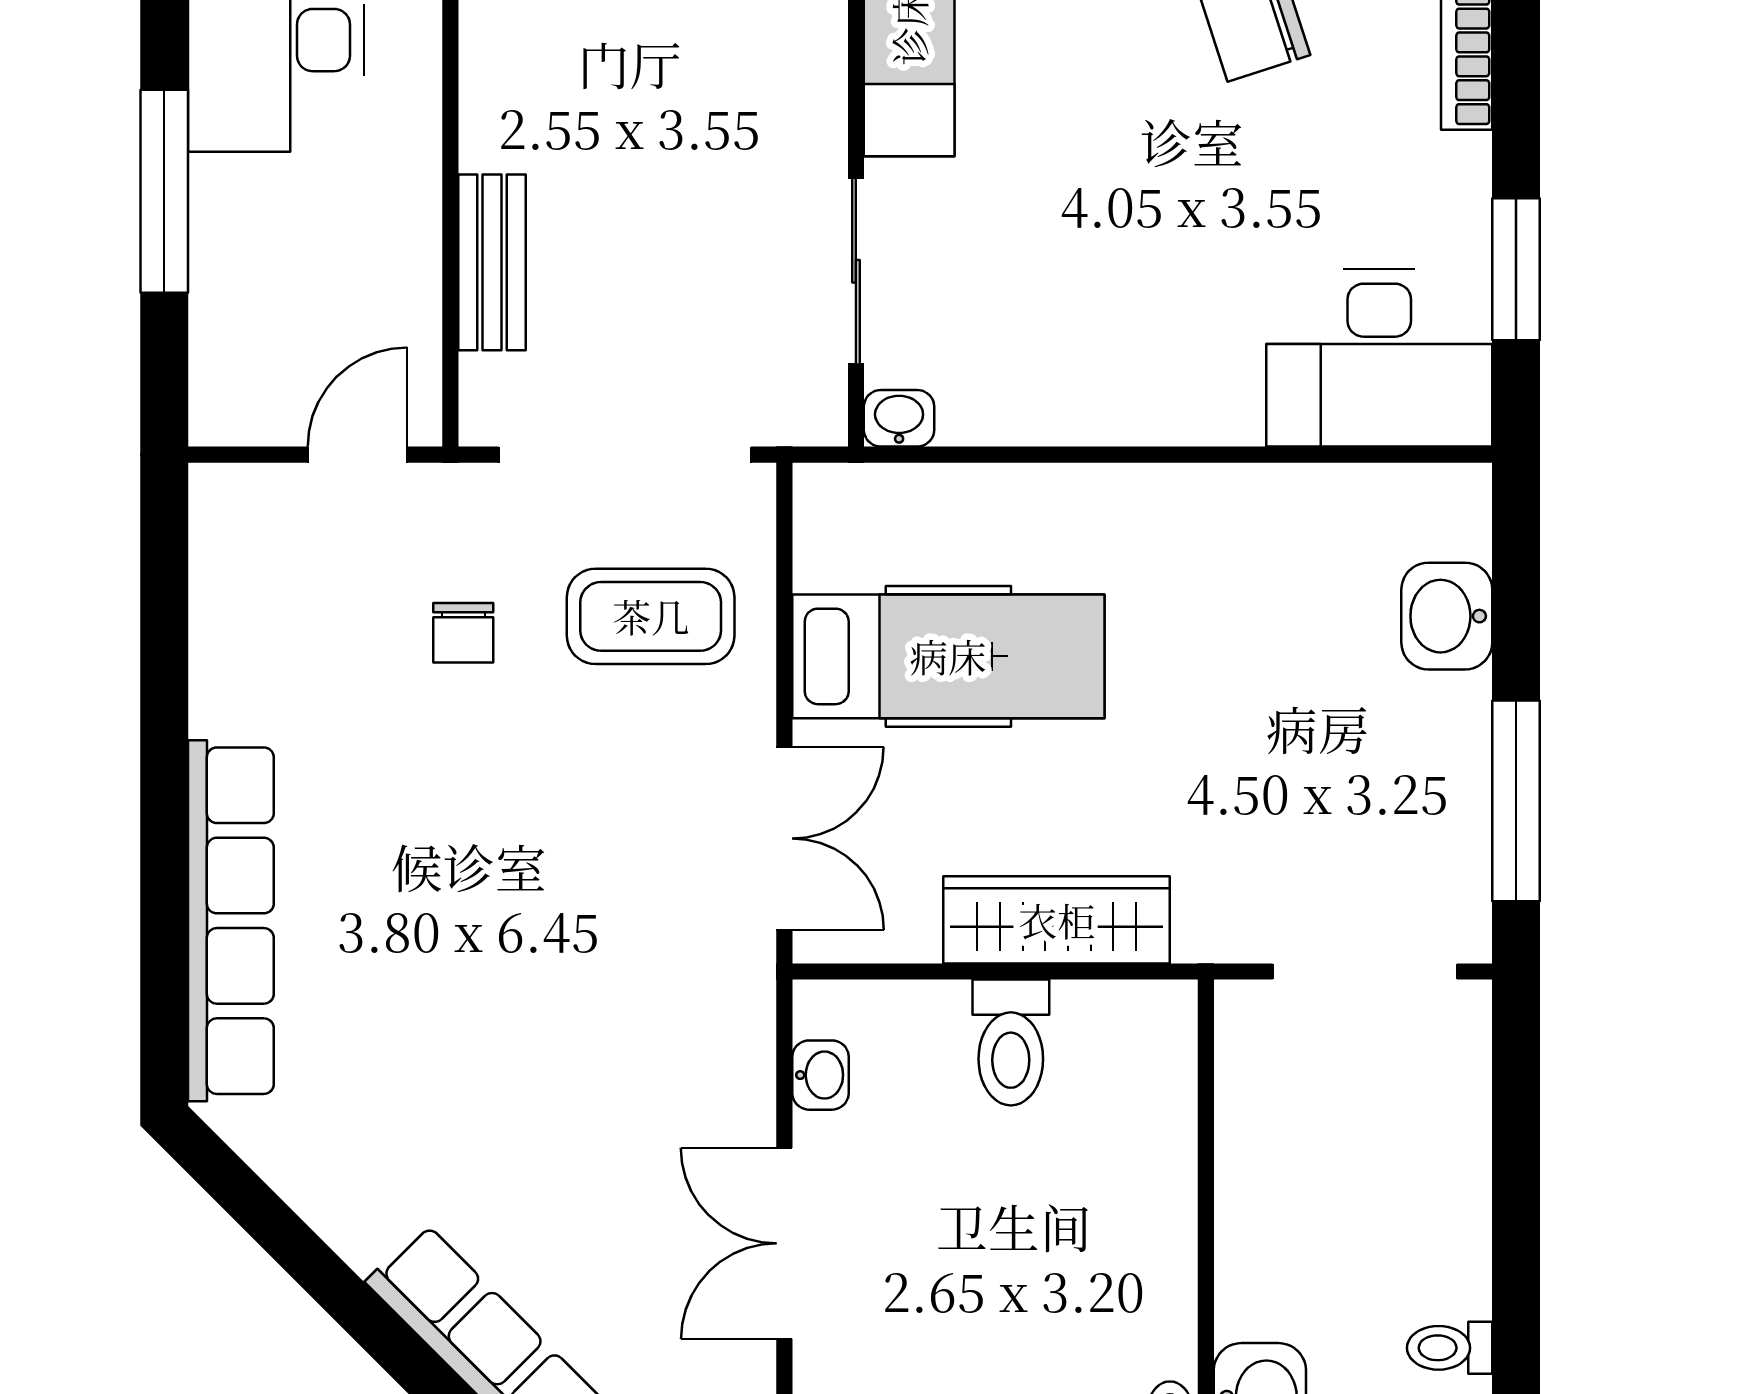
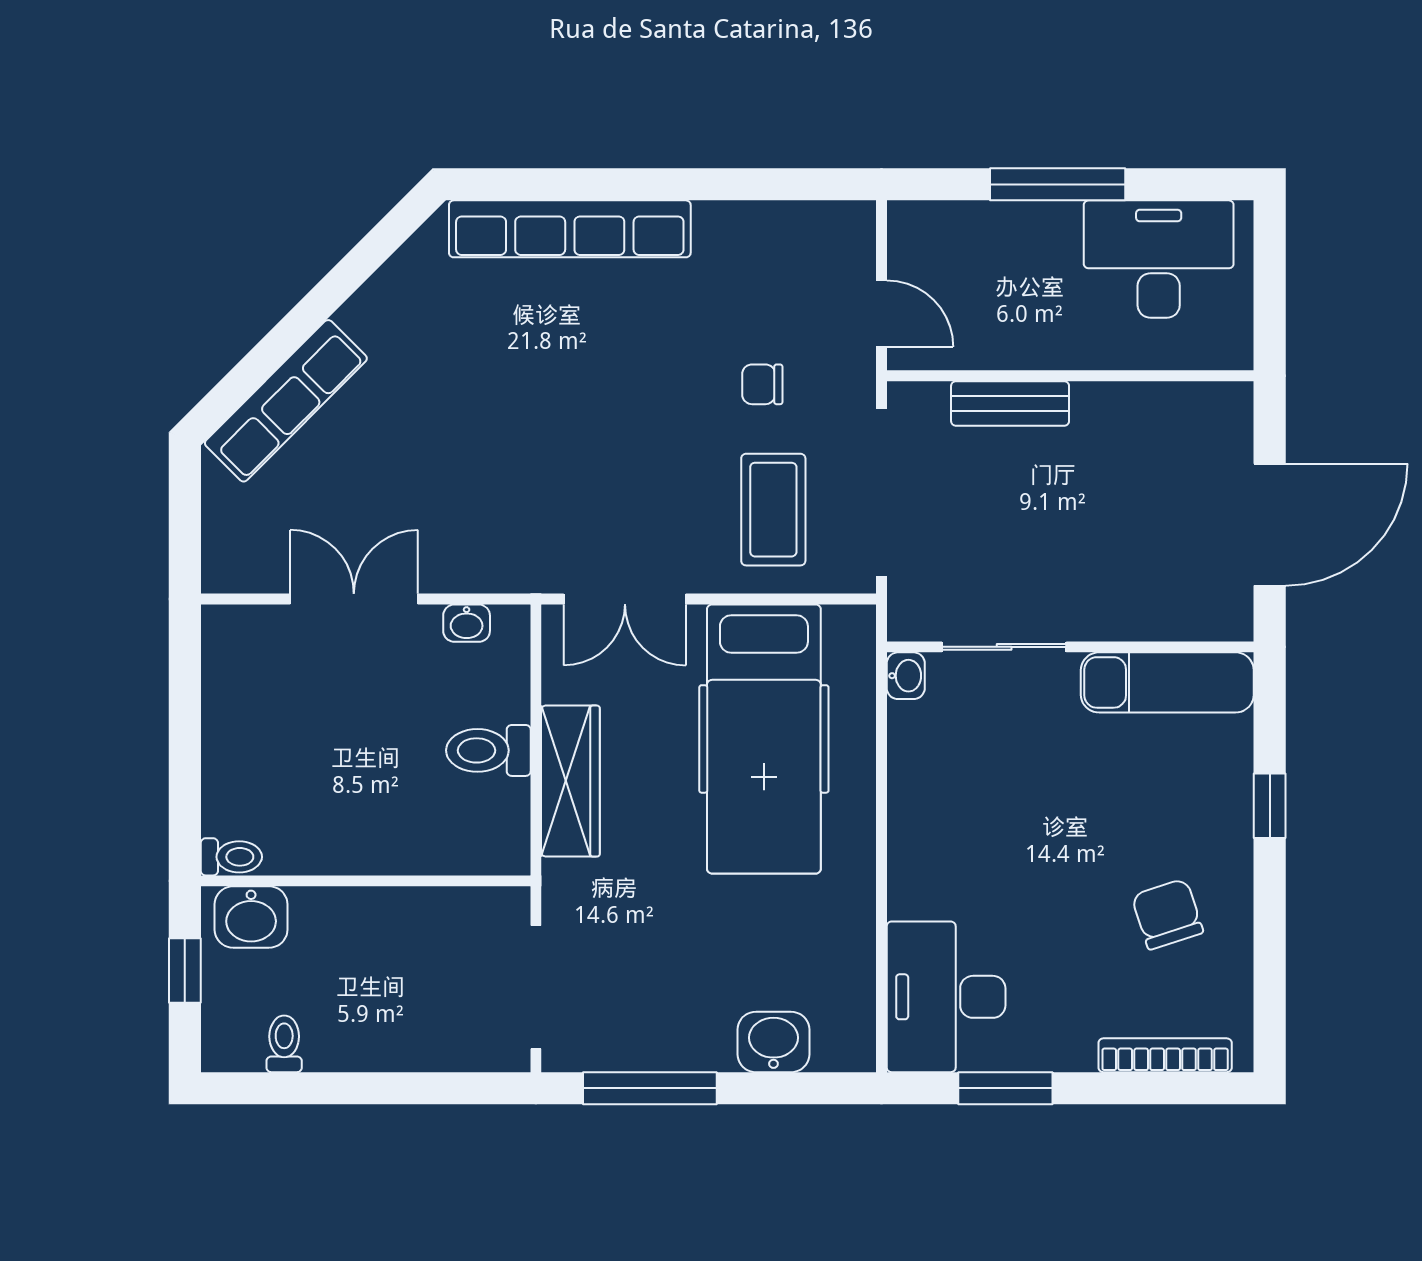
hospital bed: (948, 656) -> (764, 739), width x1.37, depth x1.29

